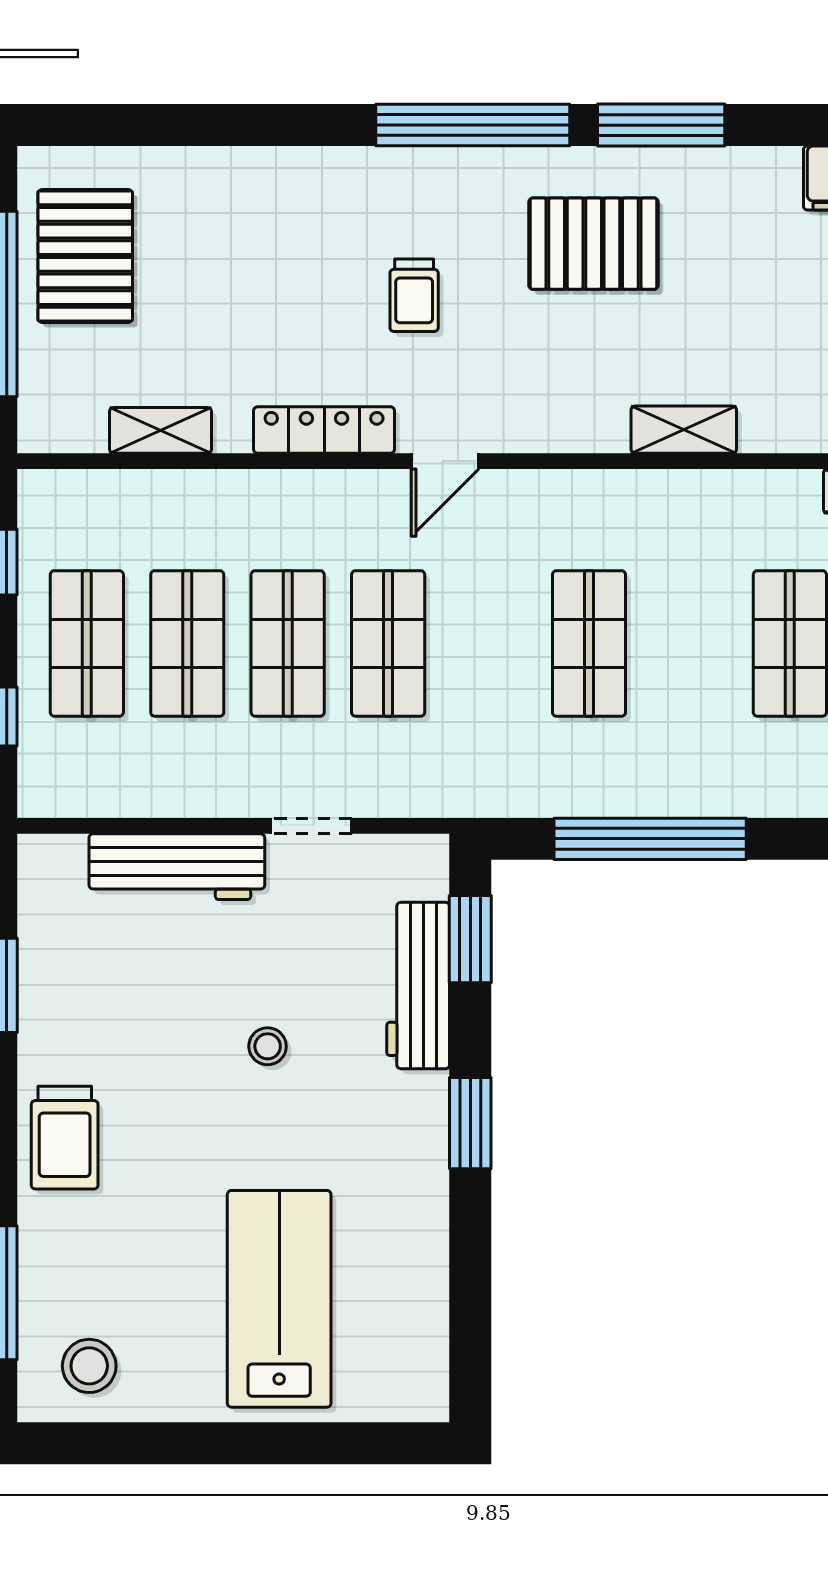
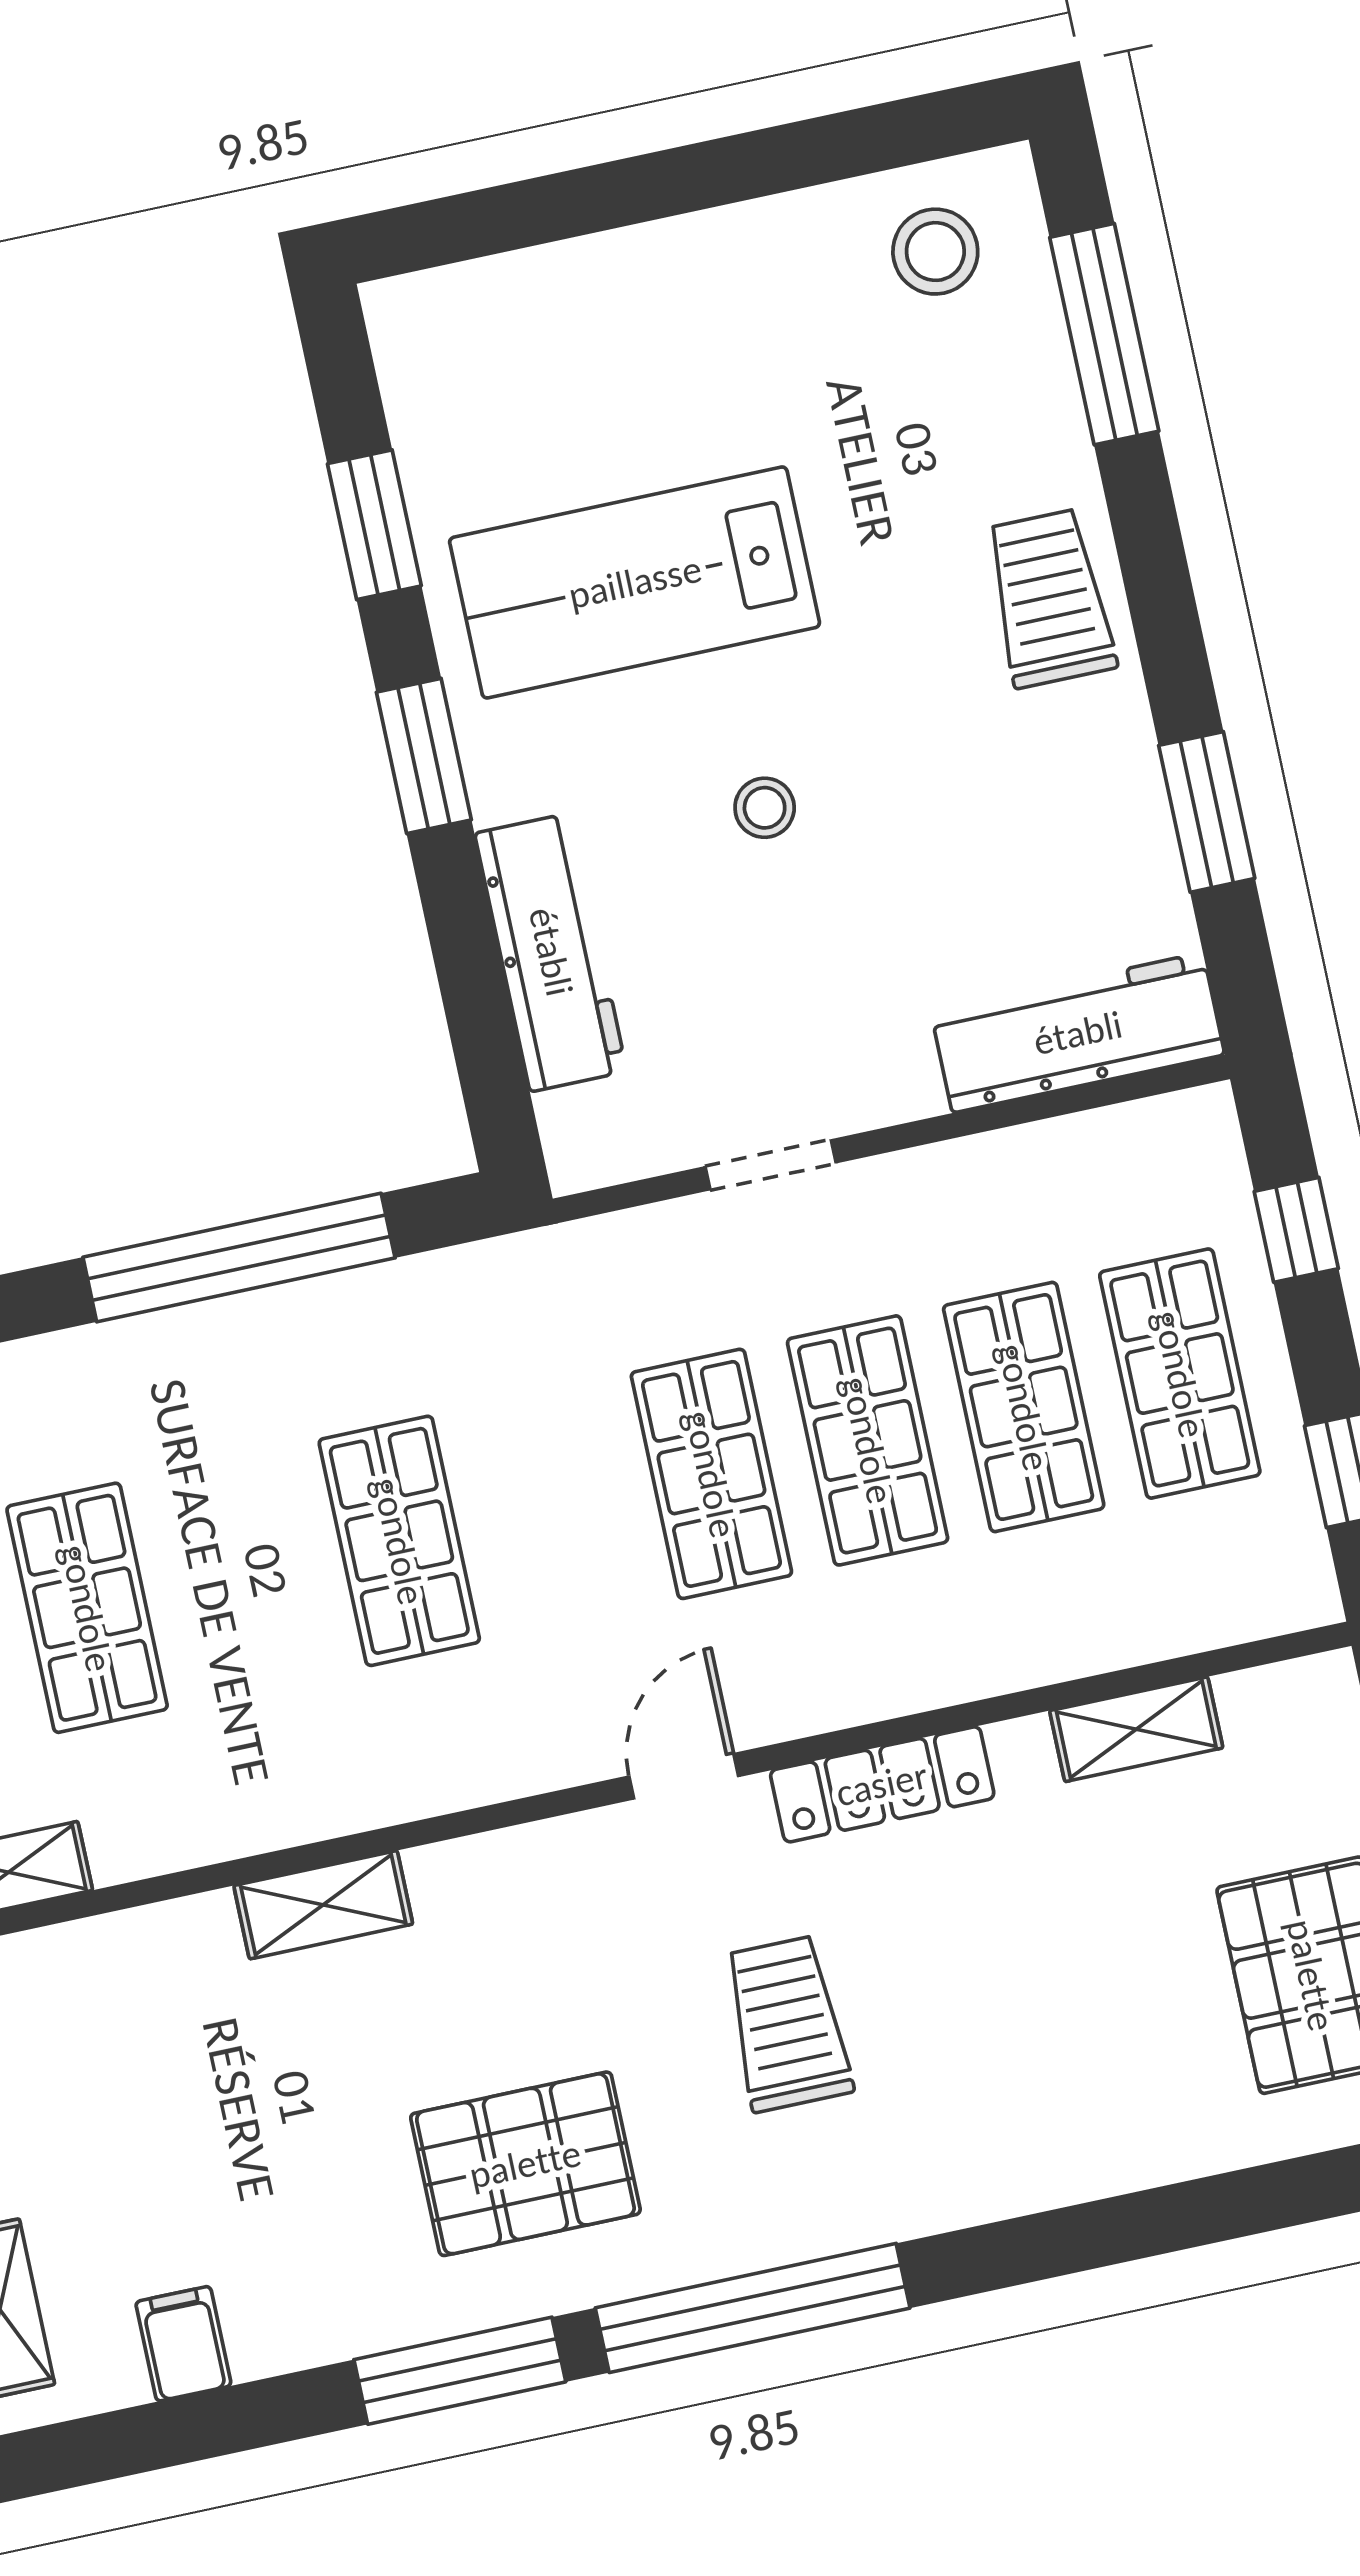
trolley: (414, 295) -> (787, 2024), width x1.36, depth x1.39
workbench: (177, 867) -> (1078, 1033), moved
window: (470, 939) -> (374, 525), moved
lab bench: (279, 1299) -> (635, 582), moved, turned 90

